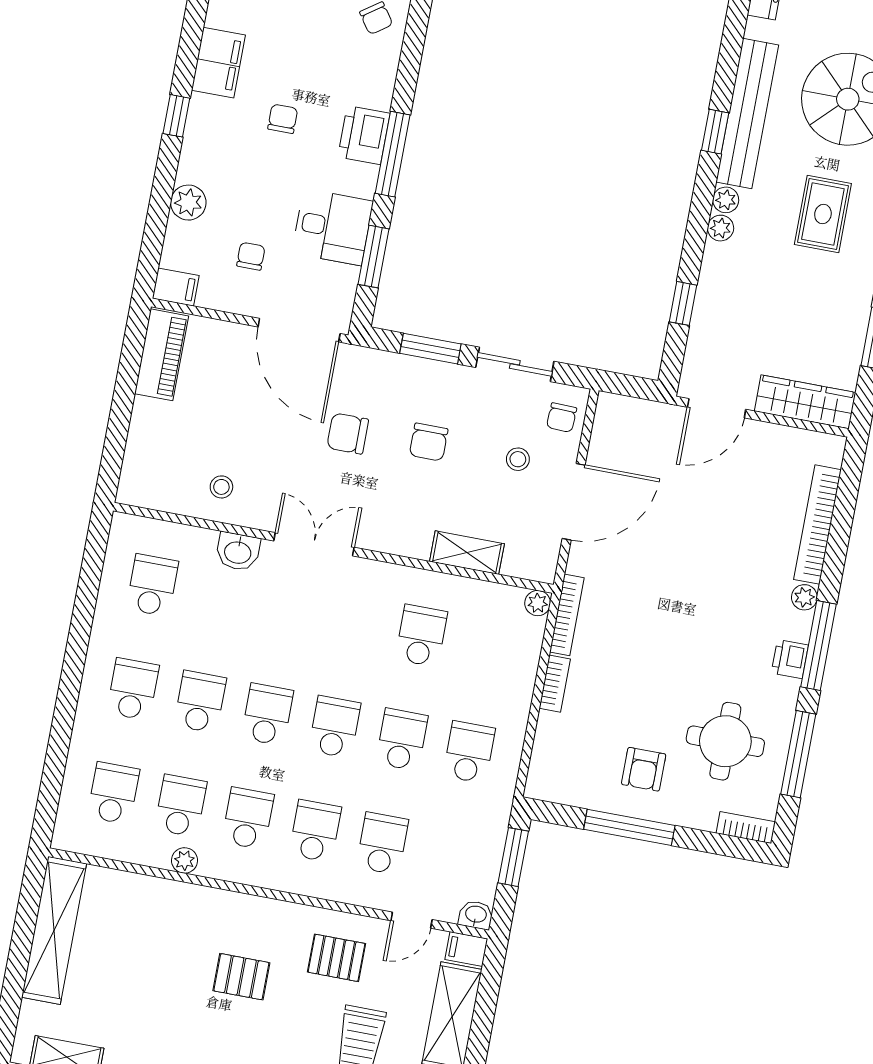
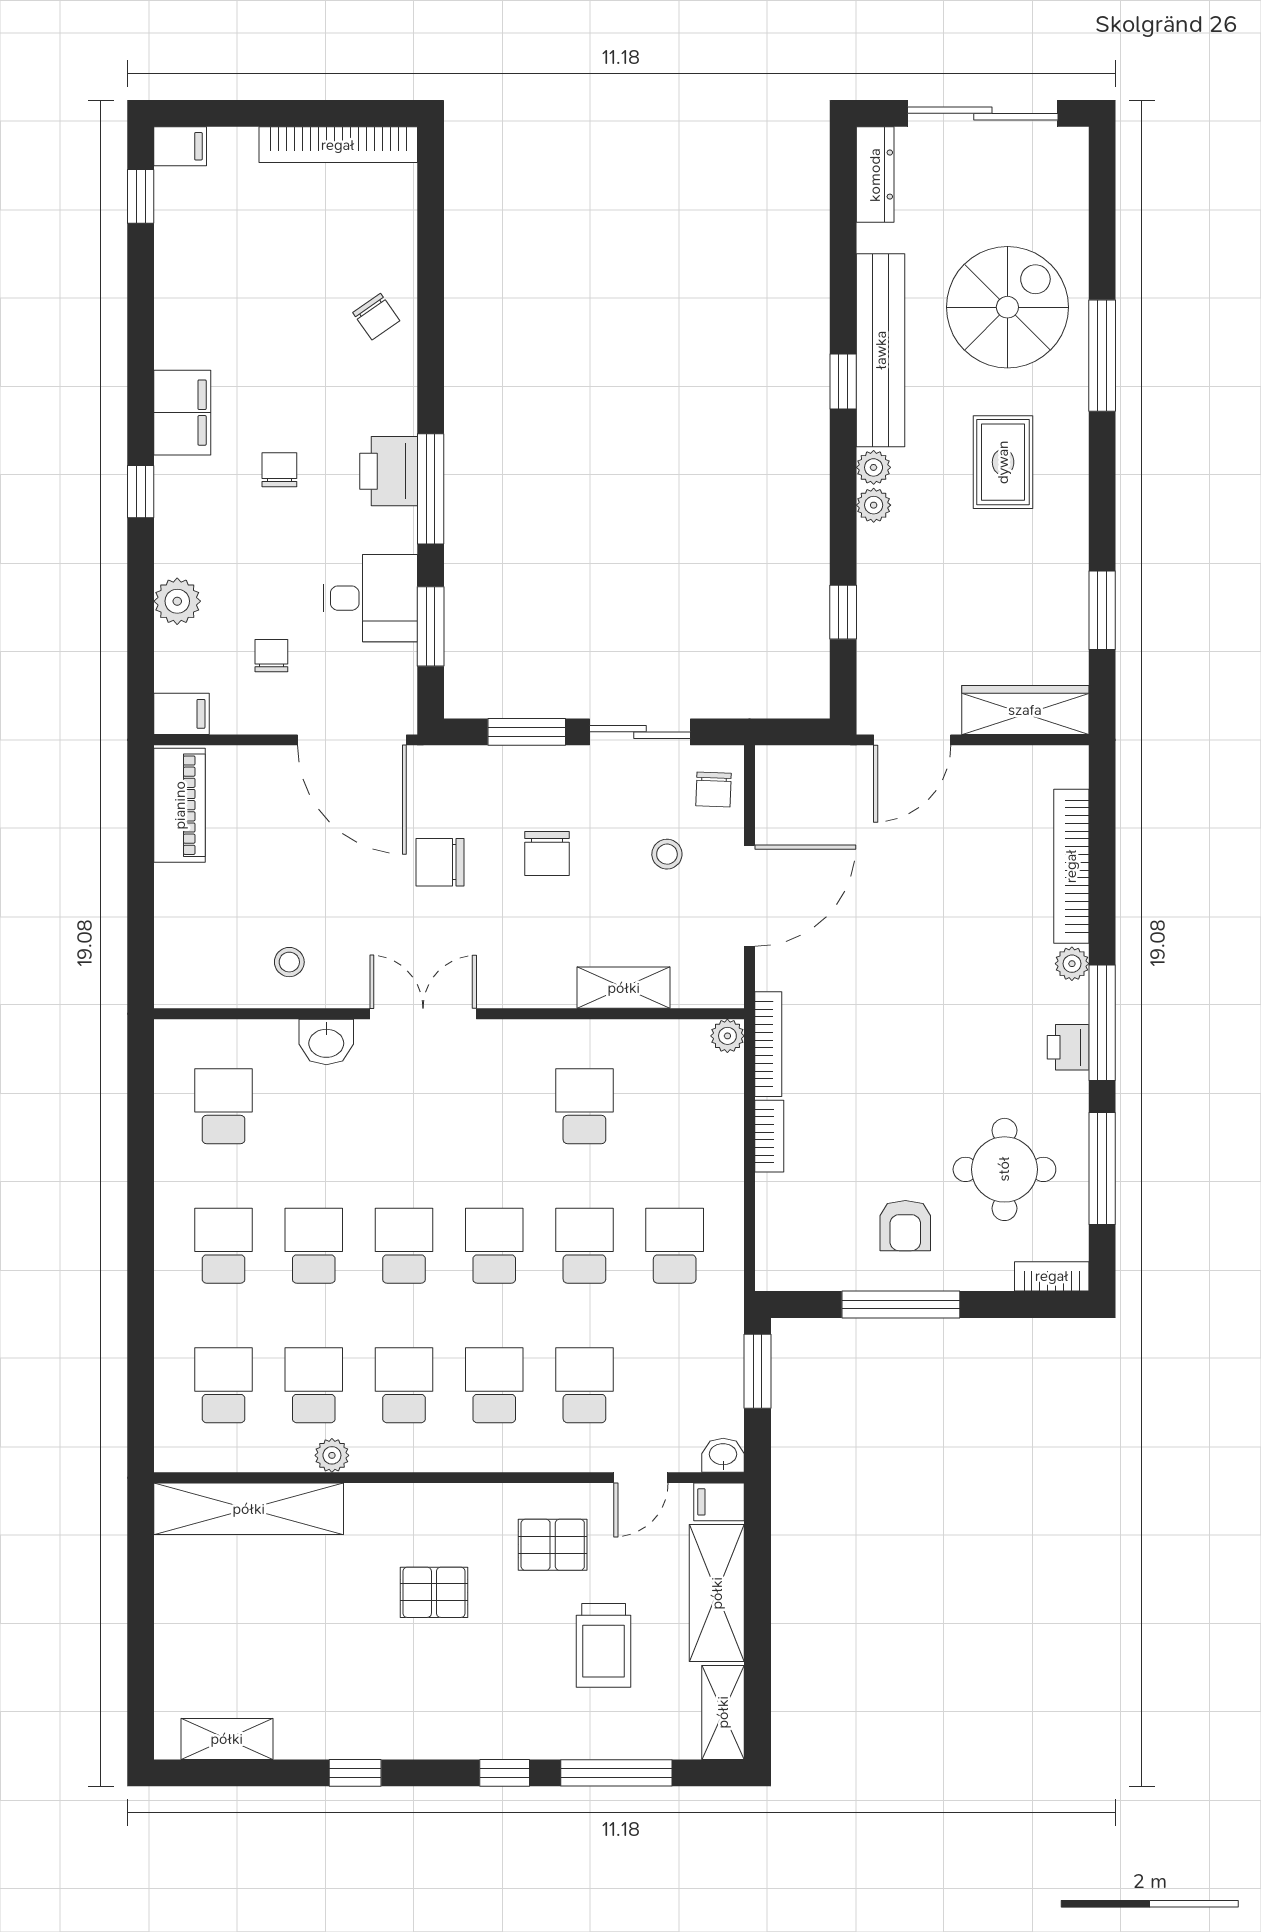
shelving: (54, 930) -> (249, 1509), moved, turned 90

